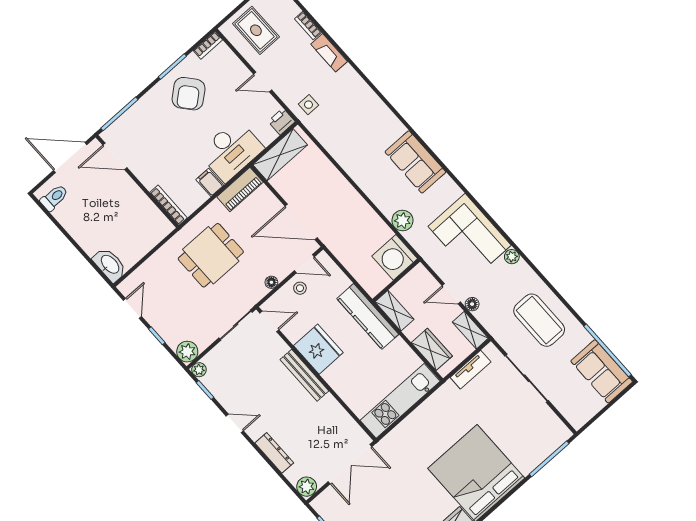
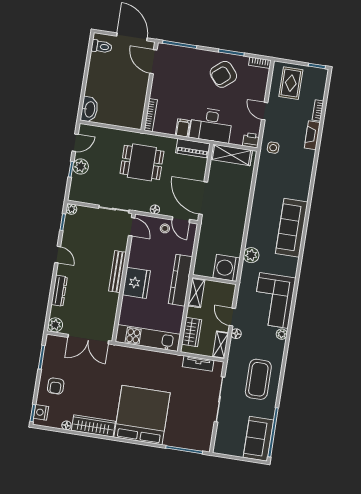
sofa: (415, 162) -> (292, 228), width x1.36
fridge: (318, 349) -> (136, 283), moved
plant: (187, 352) -> (81, 167), moved

